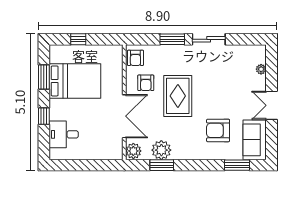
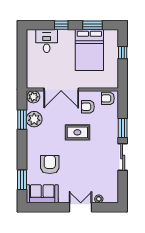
rug: (178, 96) -> (77, 132), width x0.73, depth x0.70
double door: (271, 105) -> (81, 207), moved

